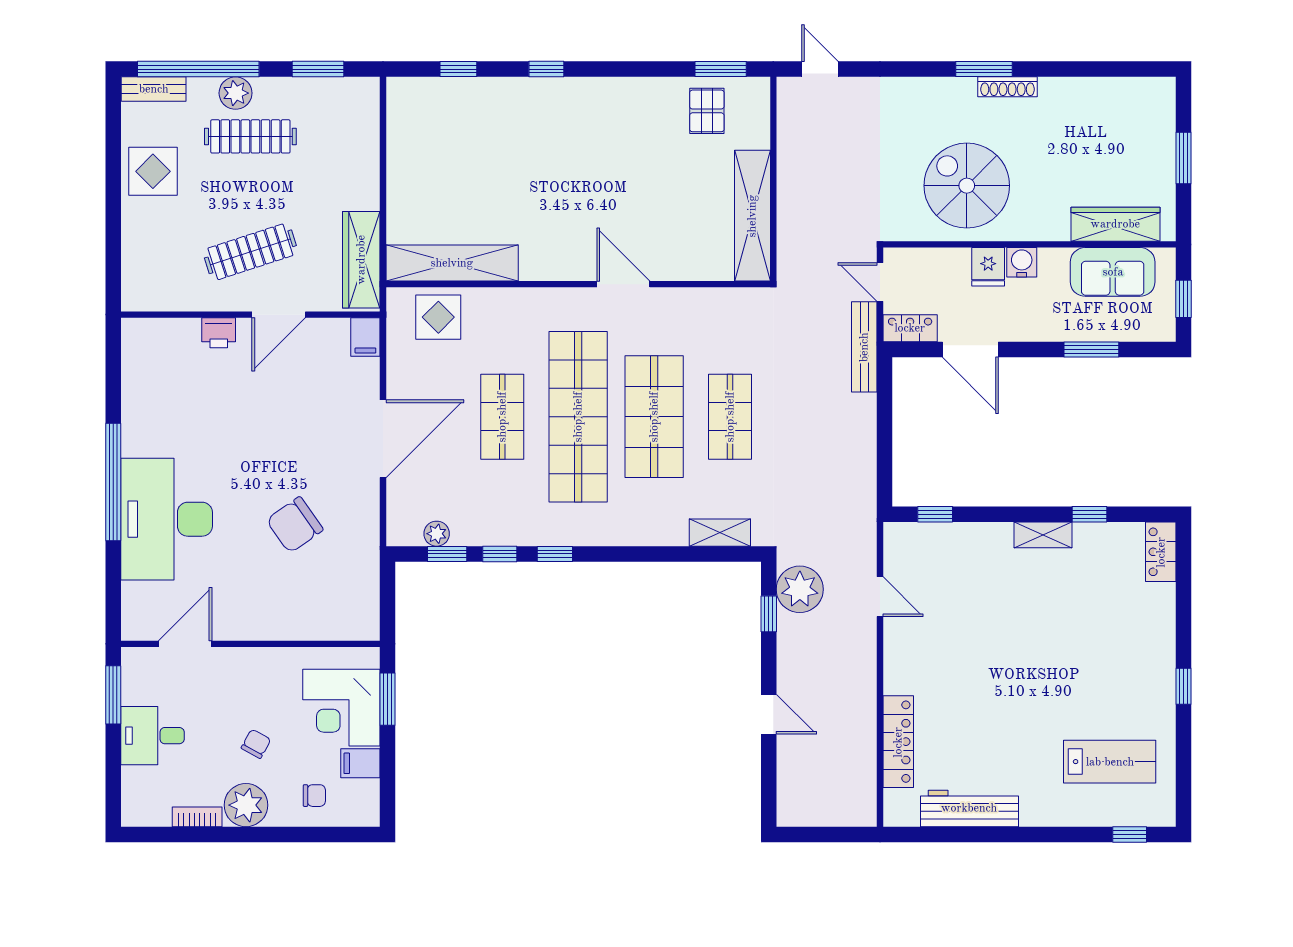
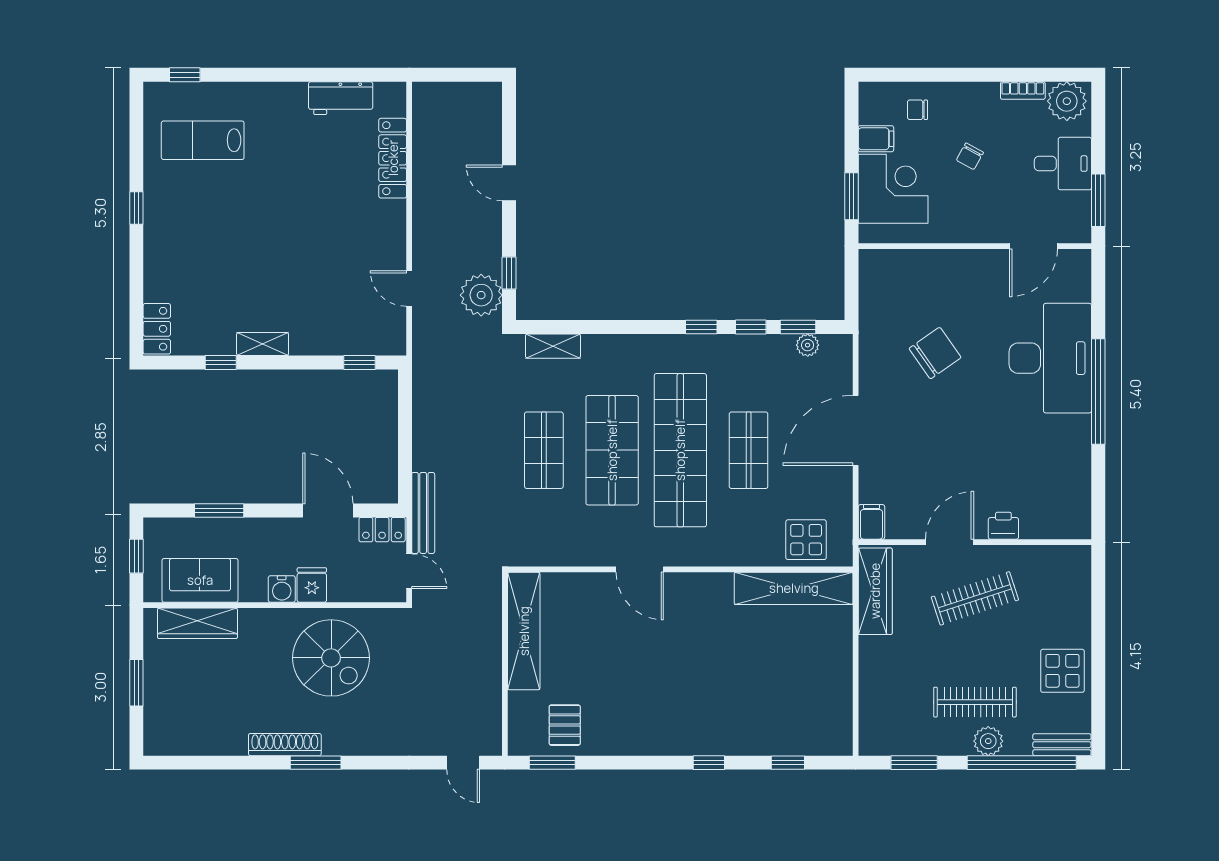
shoe rack: (1008, 87) -> (285, 745), width x1.36, depth x1.24
plant: (246, 805) -> (1067, 101), moved
workbench: (969, 808) -> (341, 98), width x0.73

